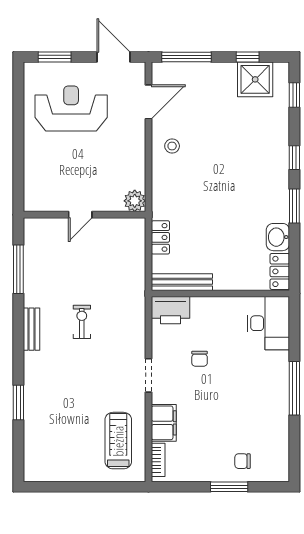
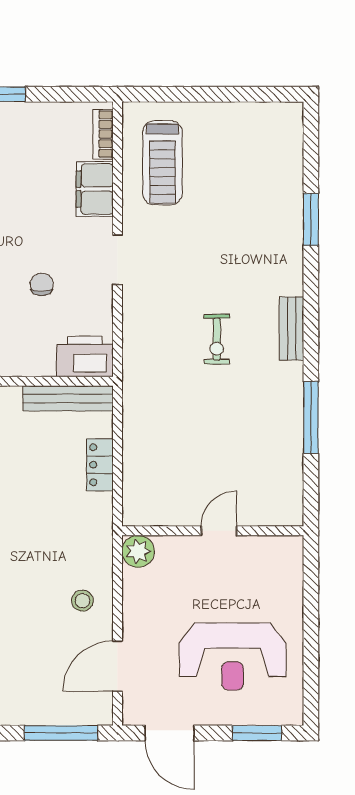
plant: (135, 201) -> (138, 551), moved
door: (80, 215) -> (219, 531), moved
wall: (84, 215) -> (213, 531), moved

